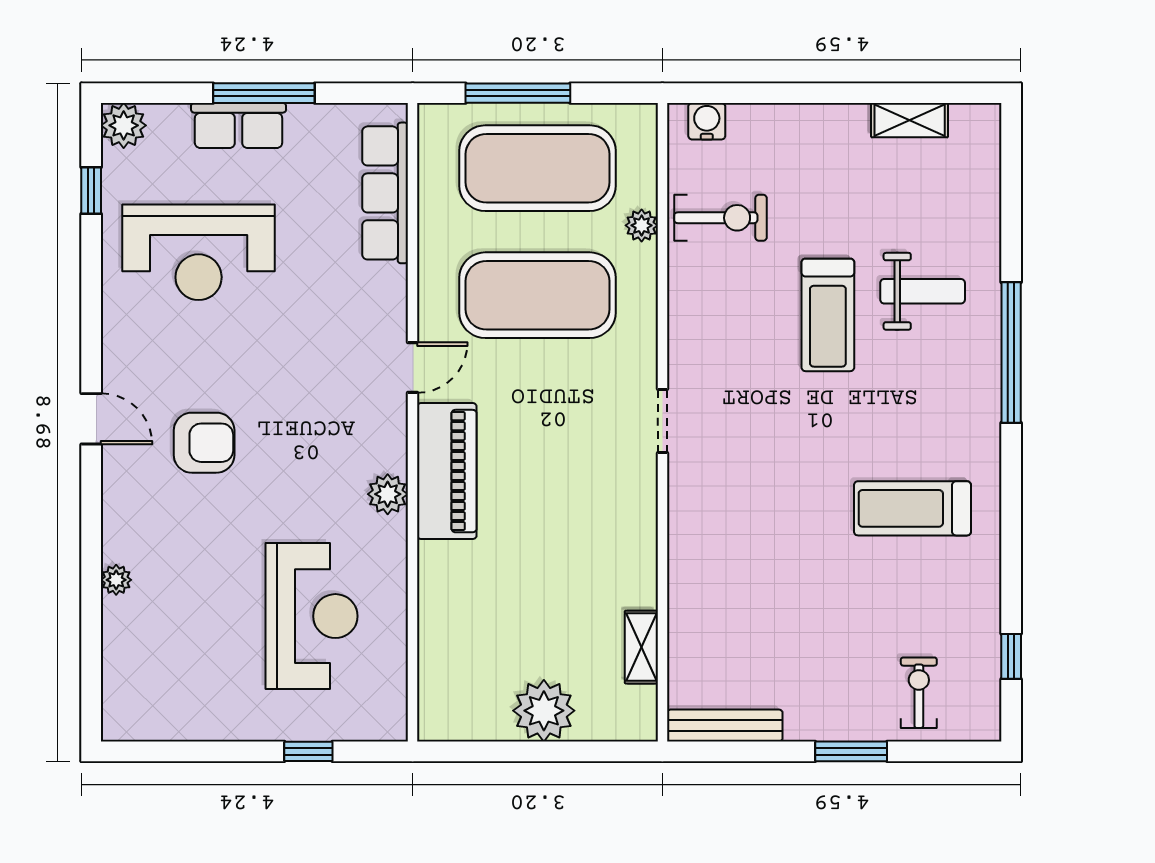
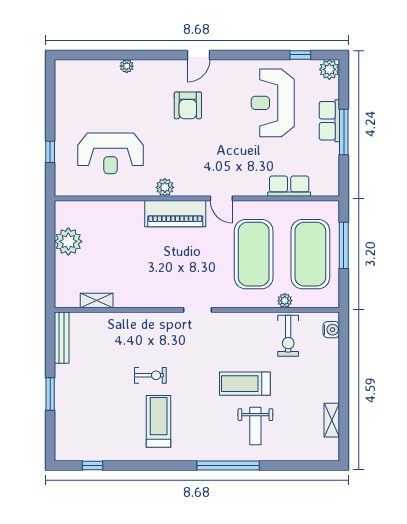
row of seats: (385, 193) -> (289, 186), width x0.68
exercise bike: (919, 693) -> (150, 375), moved
plant: (544, 711) -> (68, 241), moved

